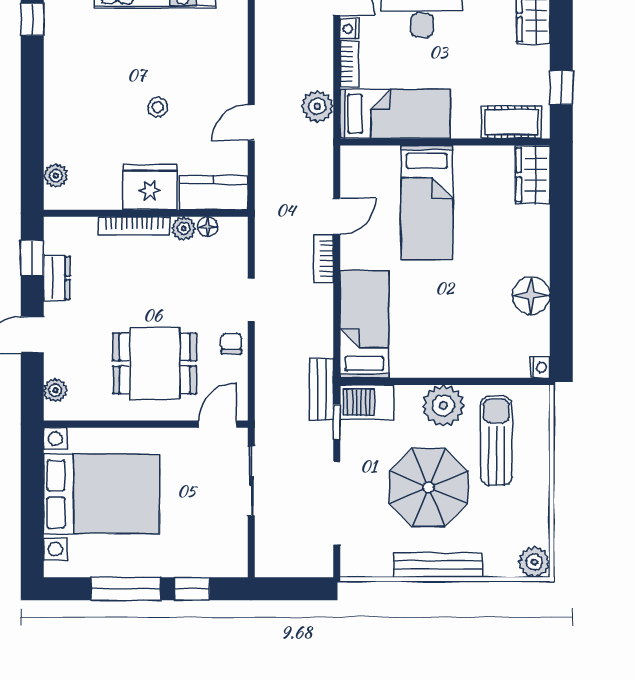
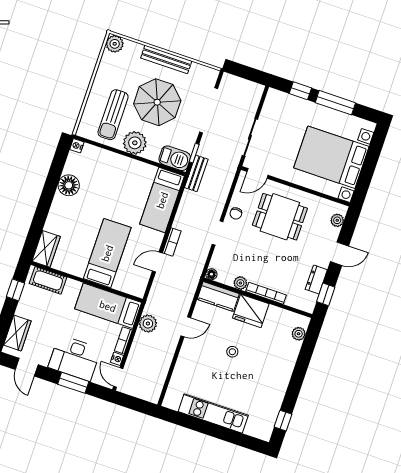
floor lamp: (208, 227) -> (211, 274), moved

